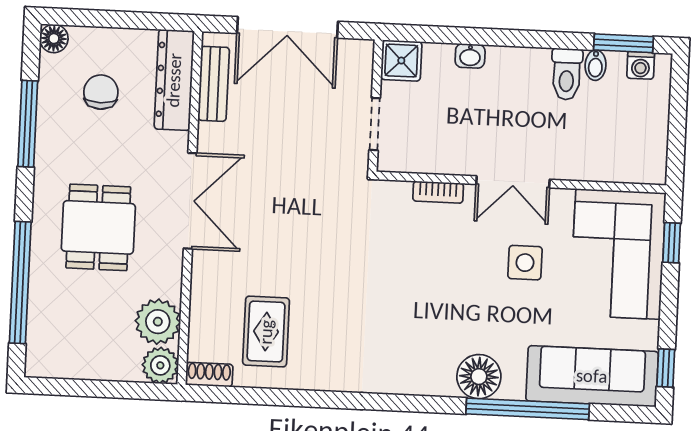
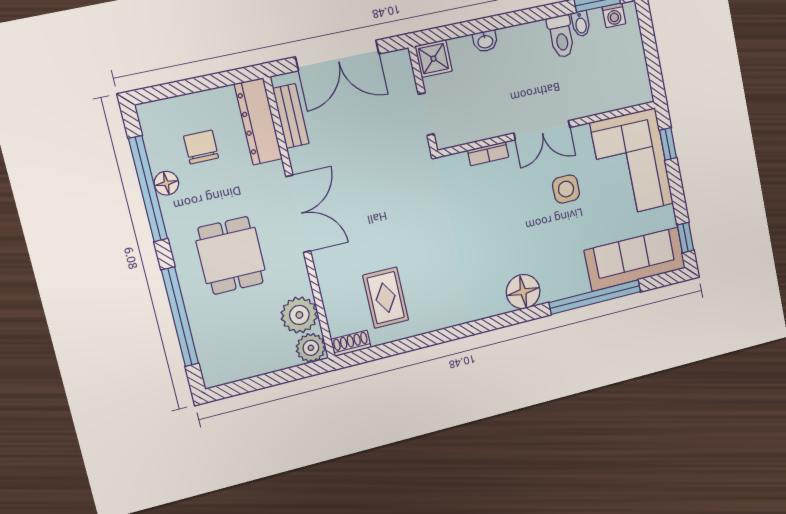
floor lamp: (54, 39) -> (166, 183), moved
window: (28, 124) -> (148, 189), width x1.46
floor lamp: (479, 377) -> (523, 292), moved

